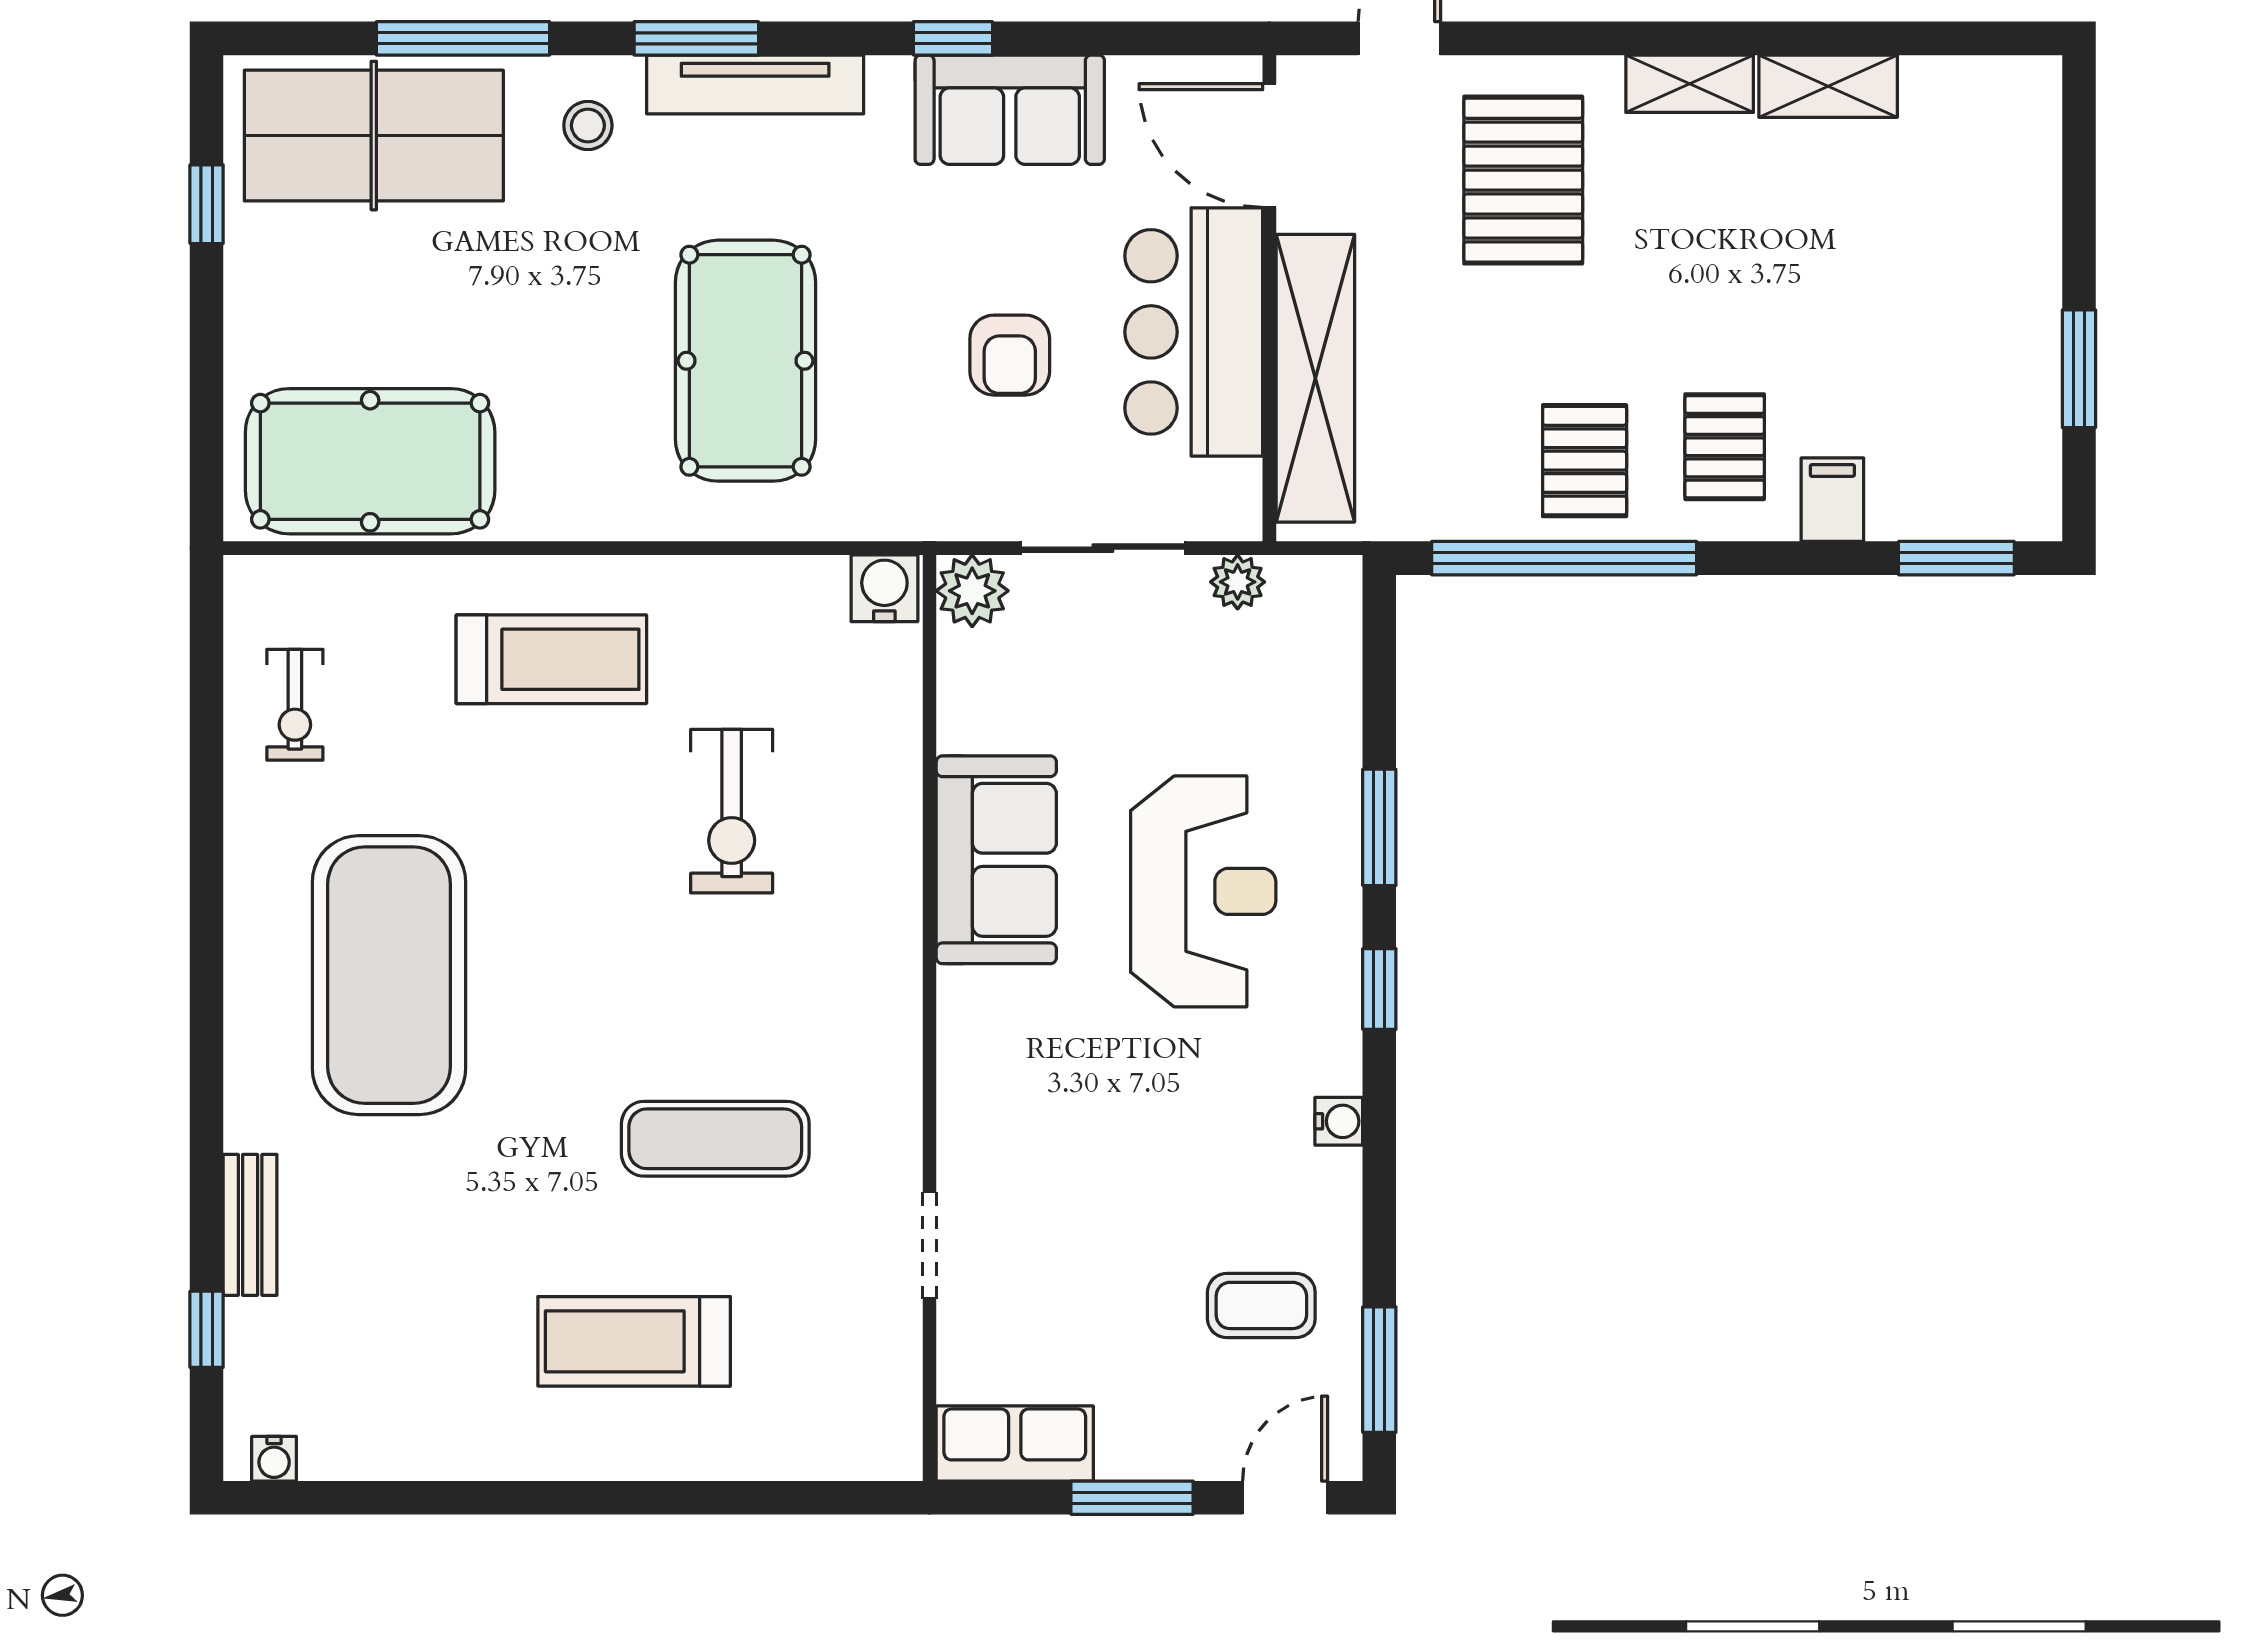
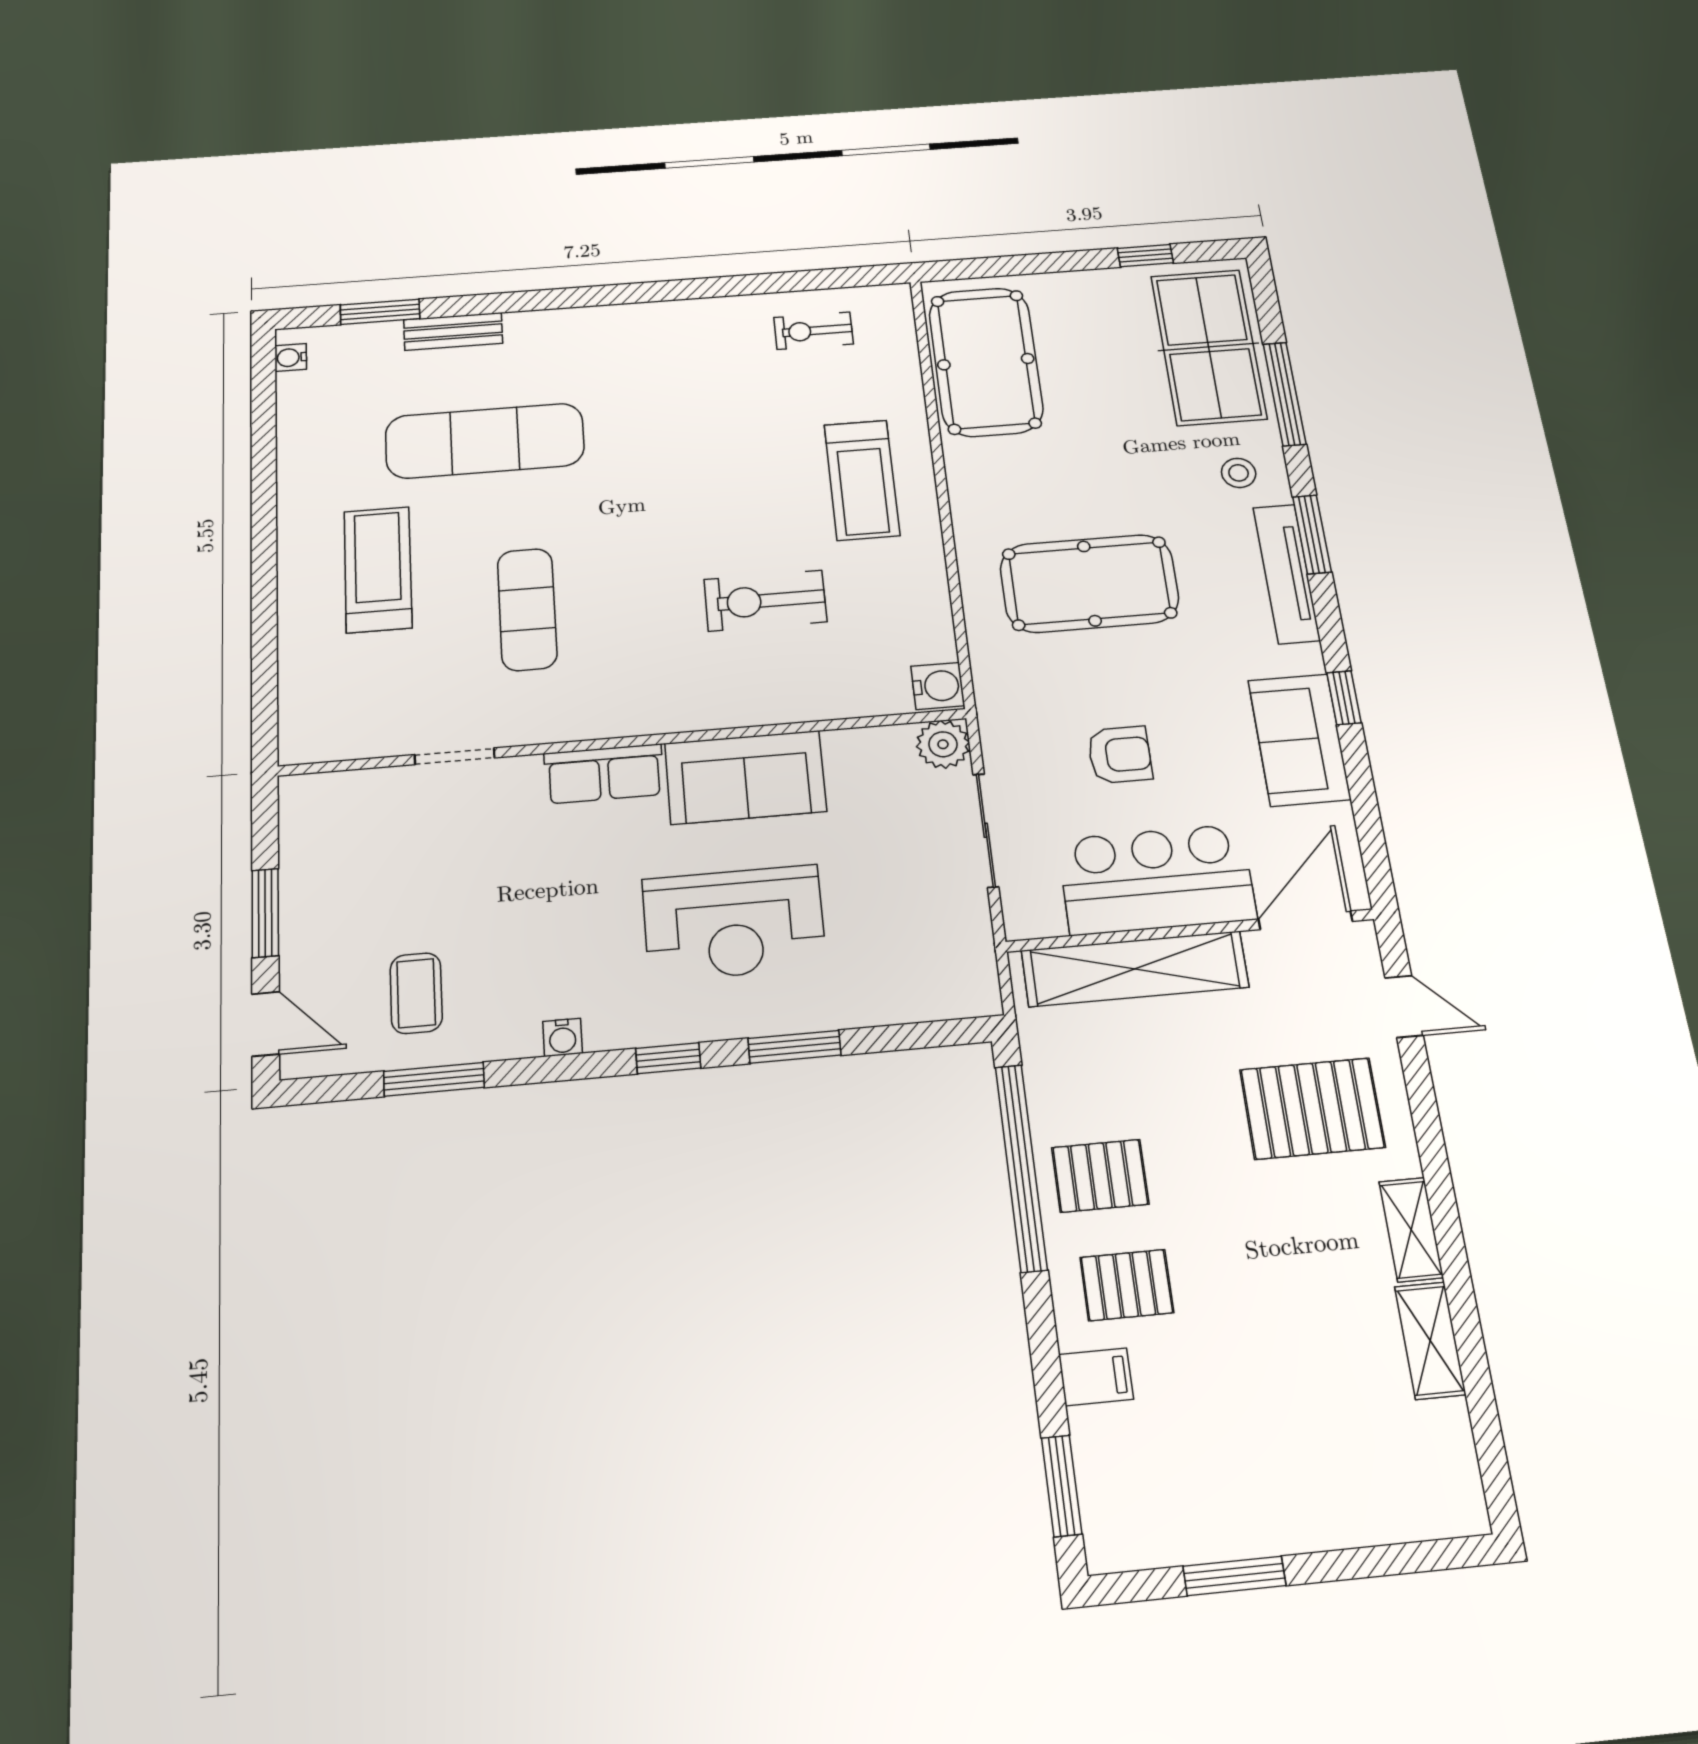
armchair: (1010, 355) -> (1120, 755), turned 180
plant: (1238, 582) -> (972, 927), removed
exercise mat: (389, 975) -> (485, 441), moved, width x0.68
window: (207, 1329) -> (380, 312), width x1.50
window: (1379, 1370) -> (434, 1079), moved
row of seats: (1015, 1443) -> (604, 774), moved, turned 90

